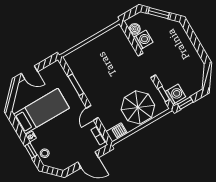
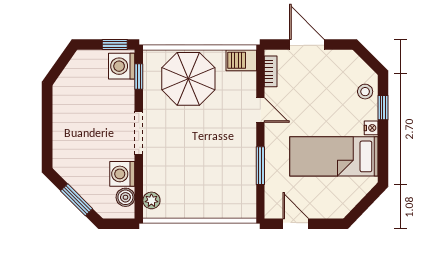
plant: (121, 35) -> (151, 200), added
door: (29, 72) -> (296, 224), moved
door: (92, 113) -> (260, 110), hinge flipped

